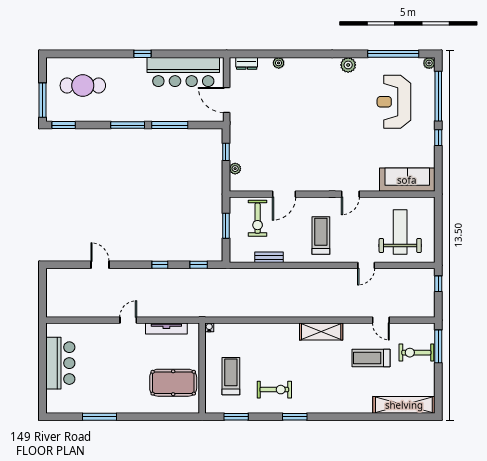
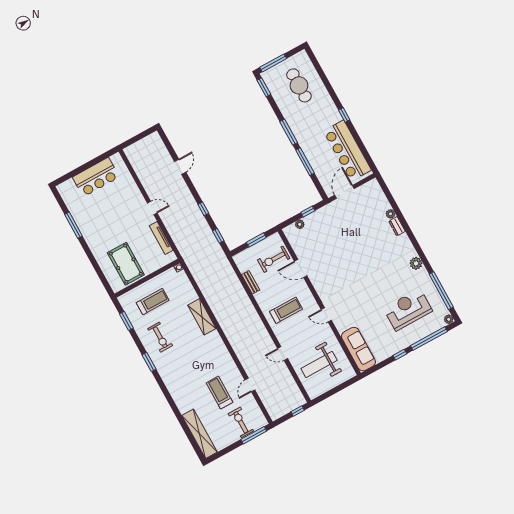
dresser: (247, 63) -> (397, 226), moved
weight bench: (400, 232) -> (319, 364), turned 180
shelving: (321, 331) -> (202, 317), moved

